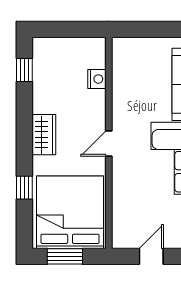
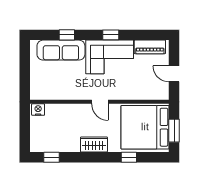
nightstand: (97, 79) -> (38, 110), moved

